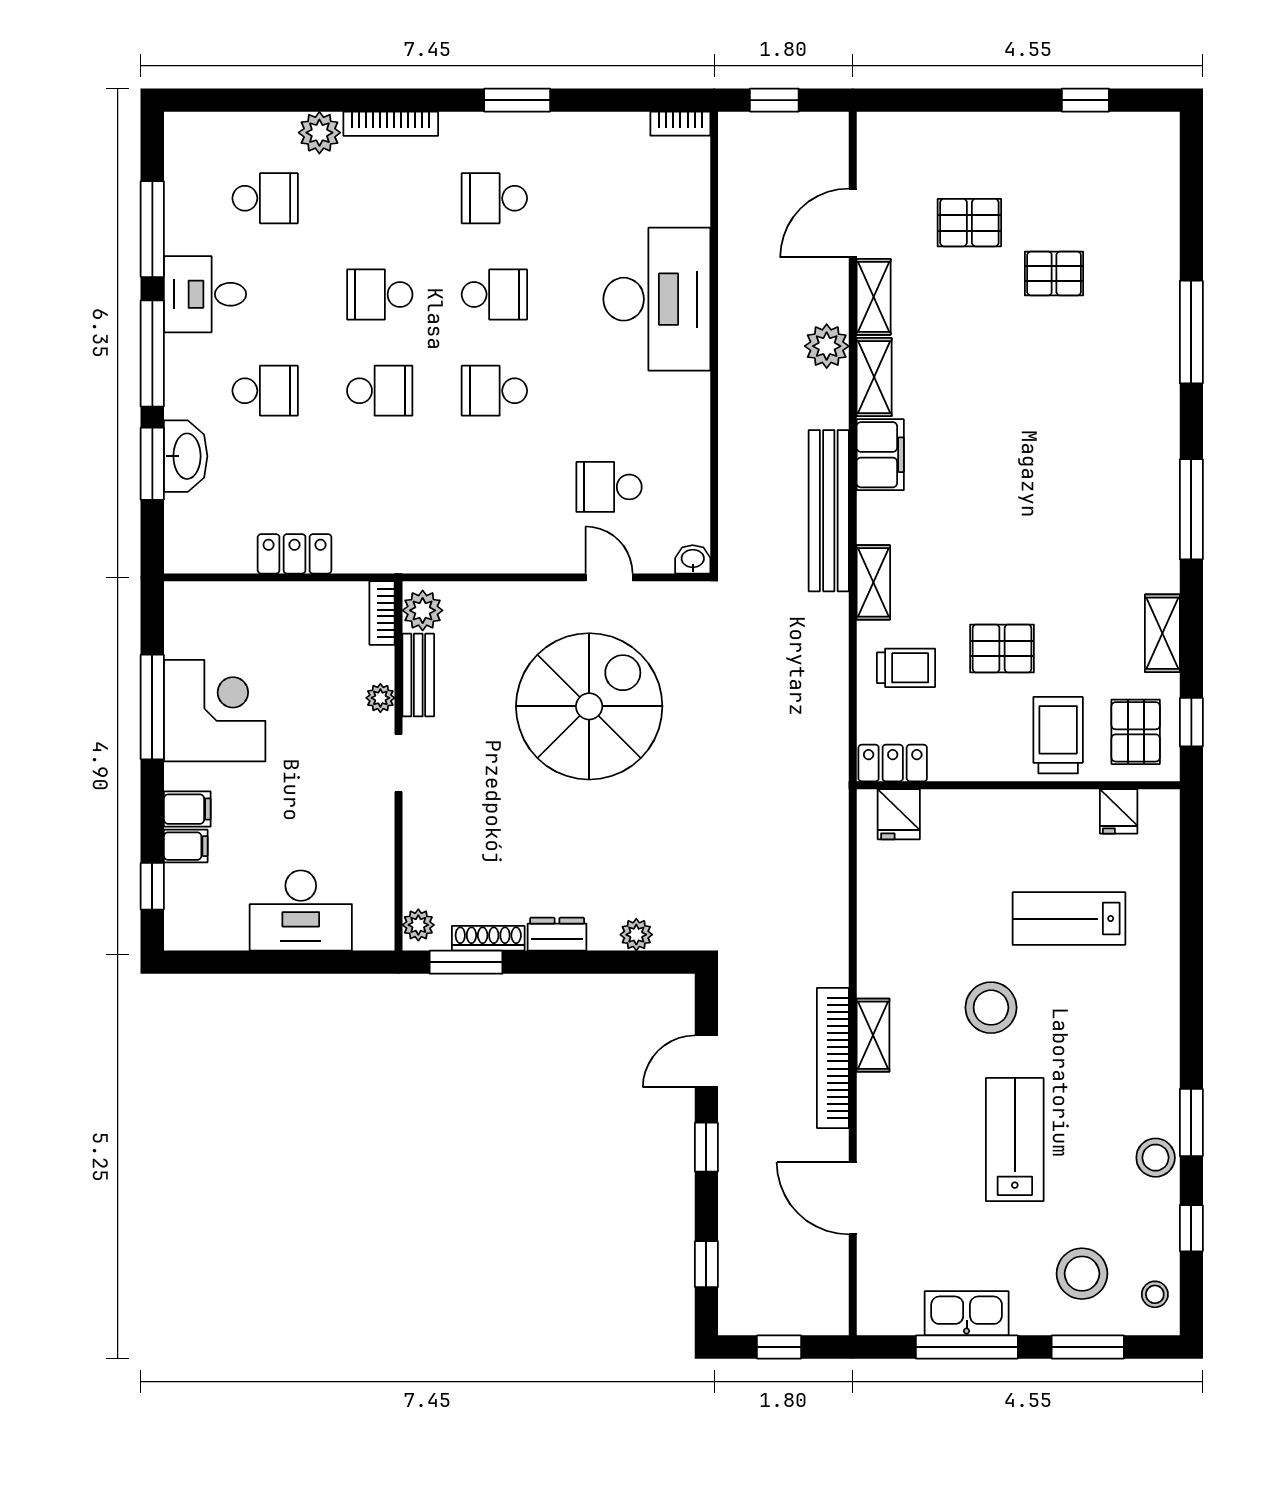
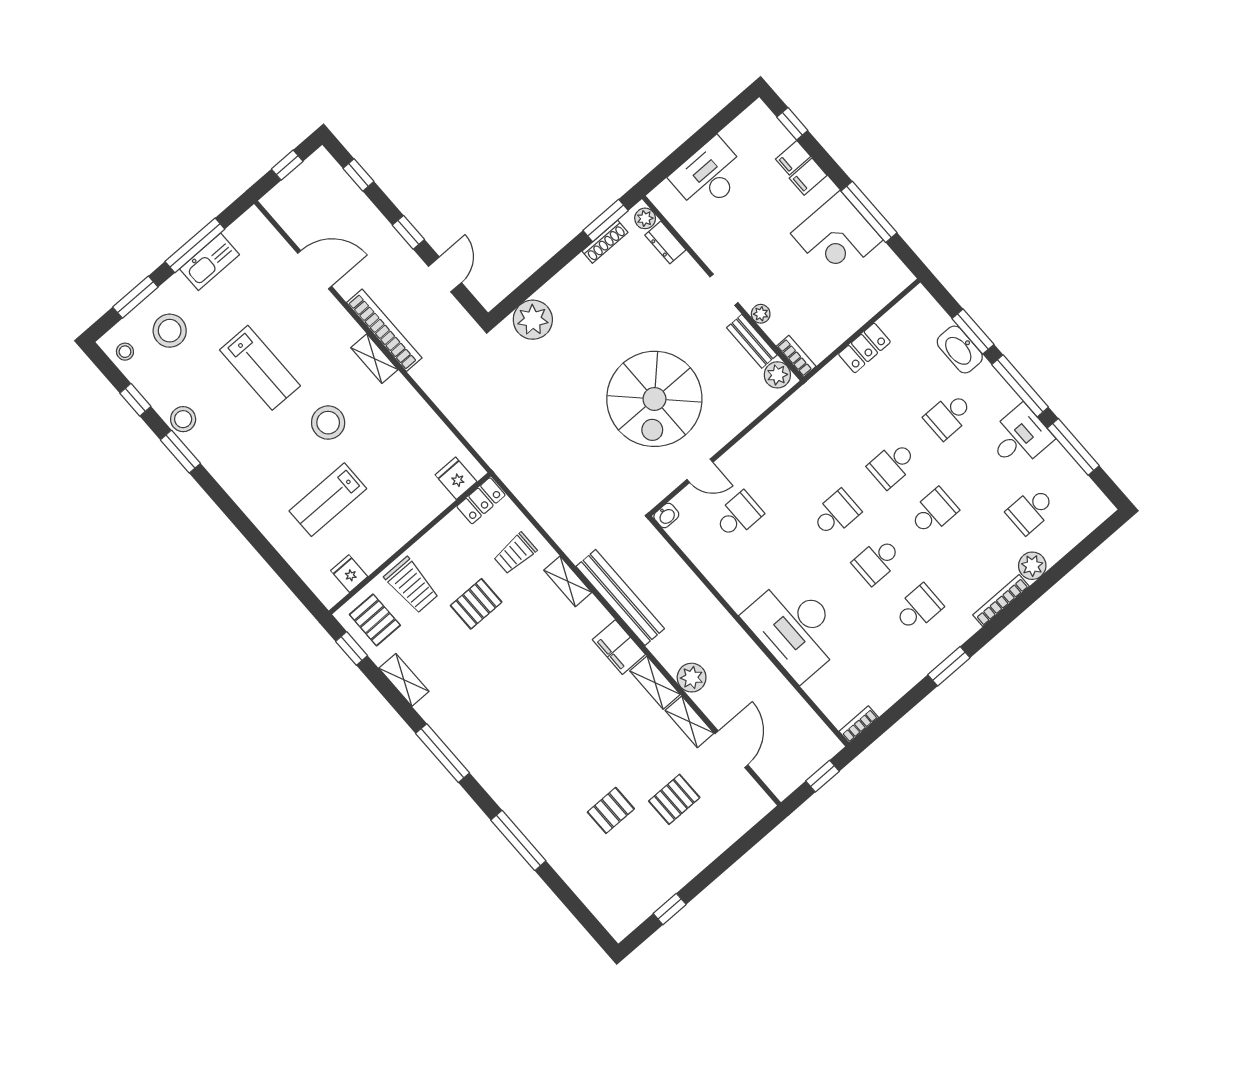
lab bench: (1069, 919) -> (328, 500), turned 180
dresser: (557, 934) -> (665, 242), moved, turned 90
plant: (636, 935) -> (533, 320), width x1.87, depth x1.87

